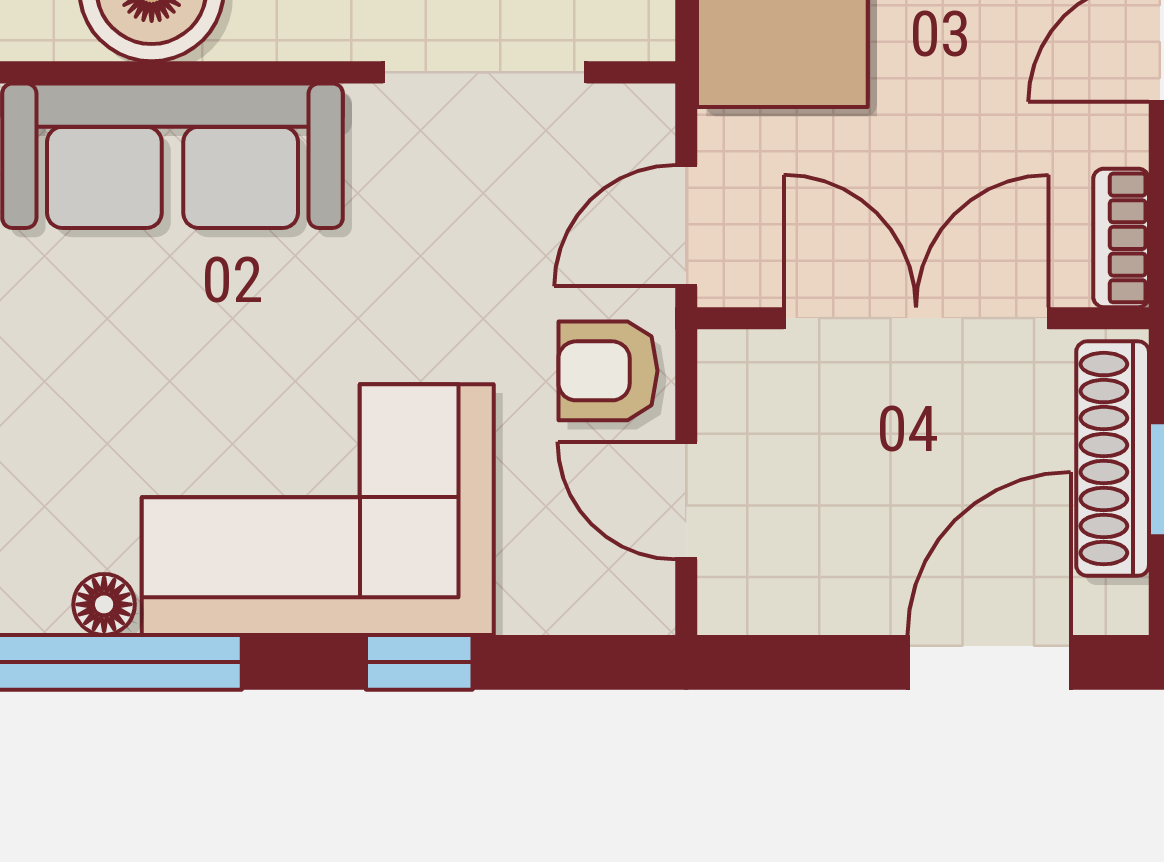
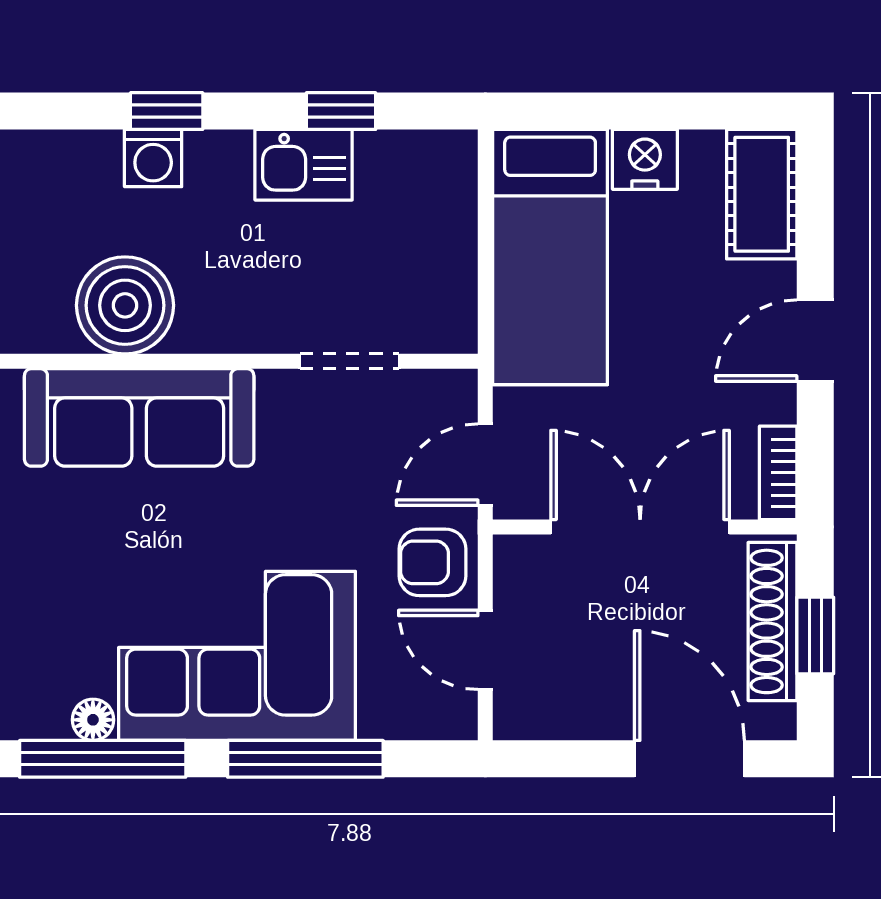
doorway: (485, 72) -> (349, 361), width x0.73
window: (419, 662) -> (305, 759), width x2.17
door: (989, 662) -> (689, 759), hinge flipped

